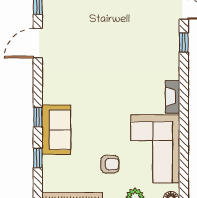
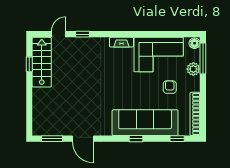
sofa: (56, 130) -> (145, 123), width x1.85, depth x1.27
window: (38, 158) -> (177, 139), moved

